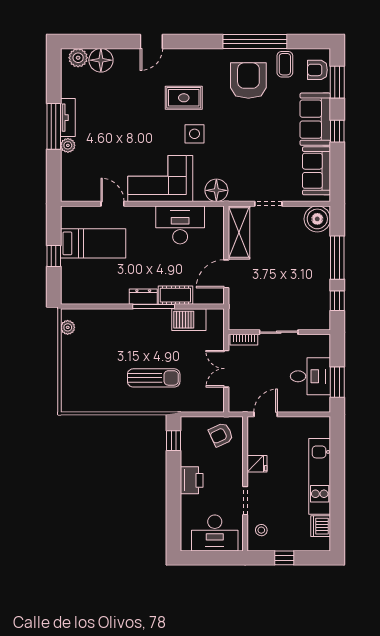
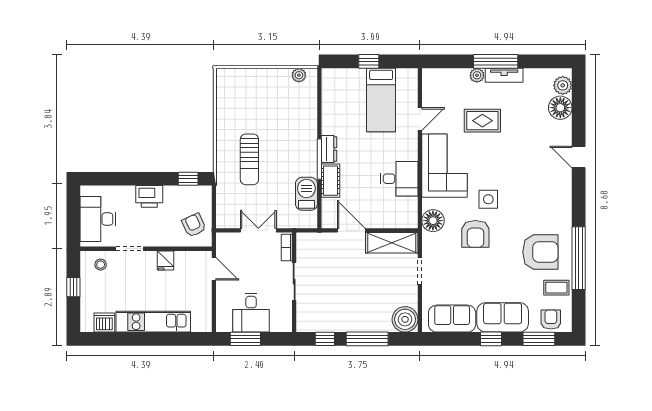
rug: (184, 98) -> (482, 121), moved, turned 90
armchair: (230, 147) -> (475, 234), added
desk: (180, 225) -> (399, 179), width x0.73

